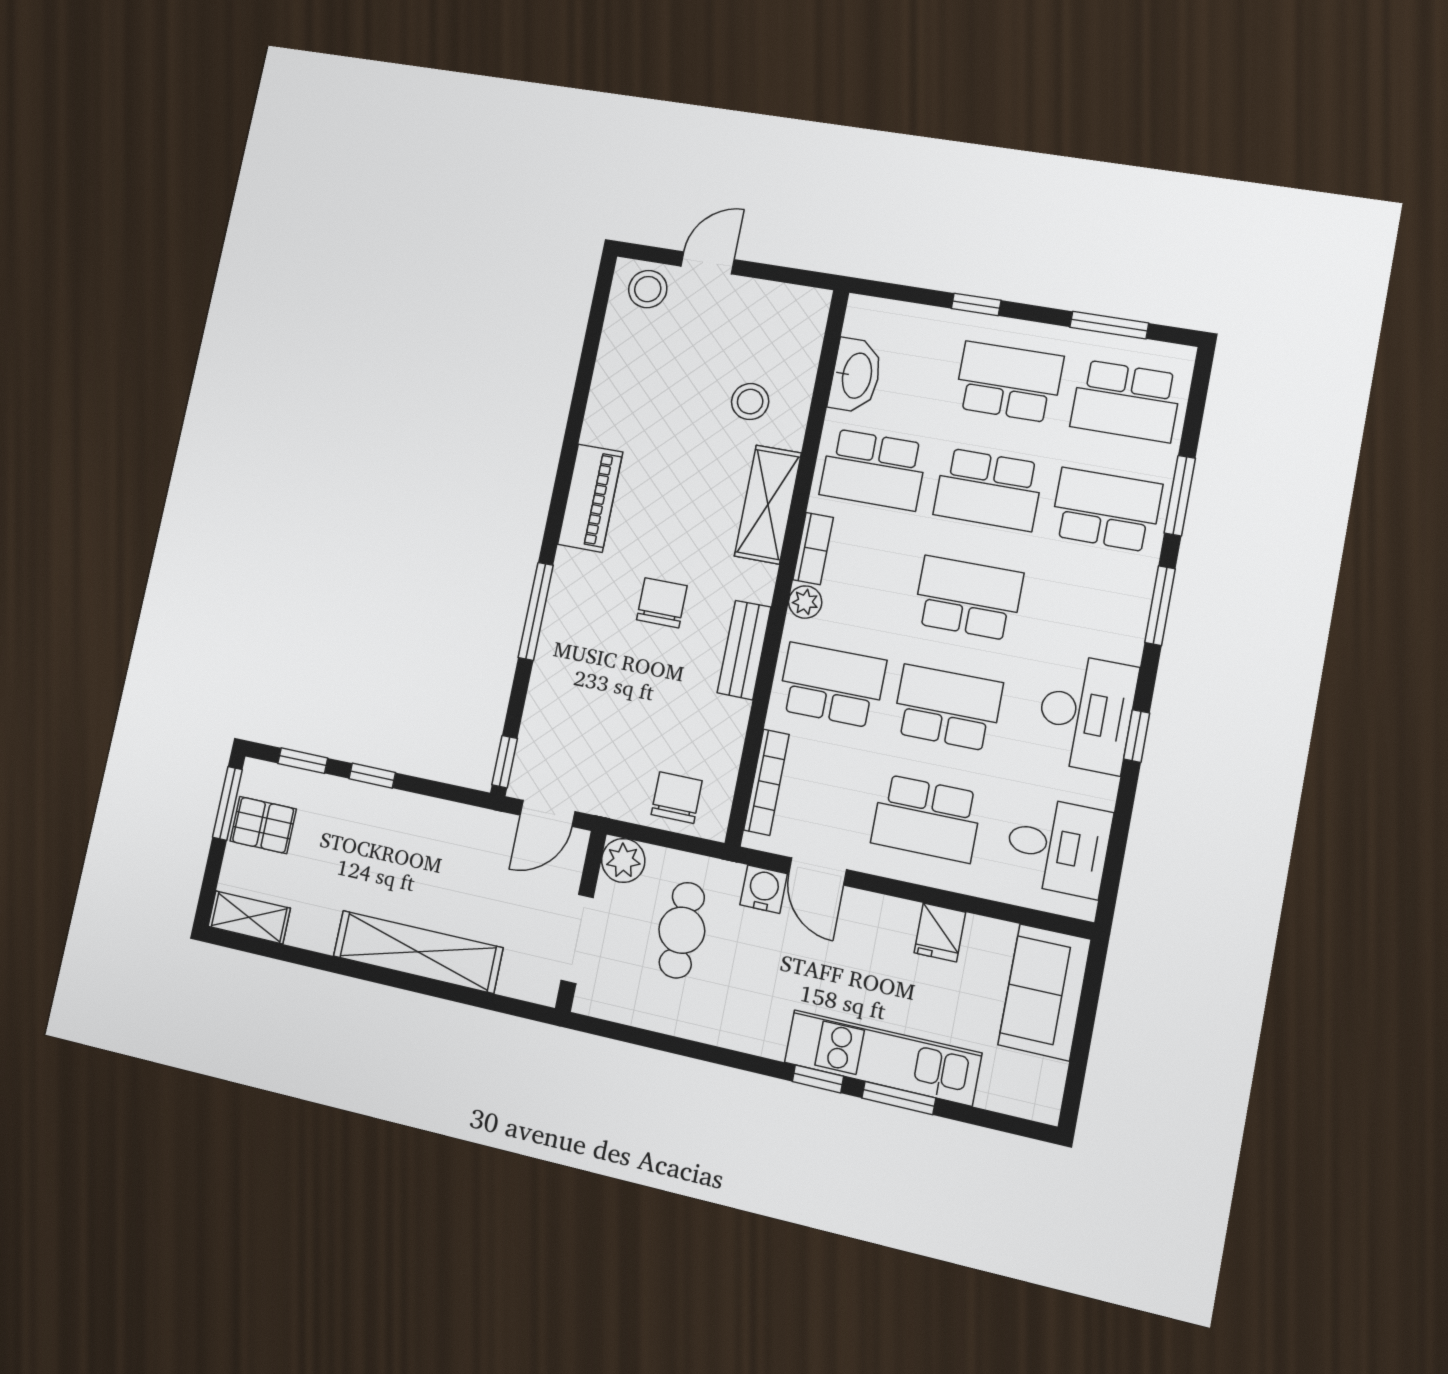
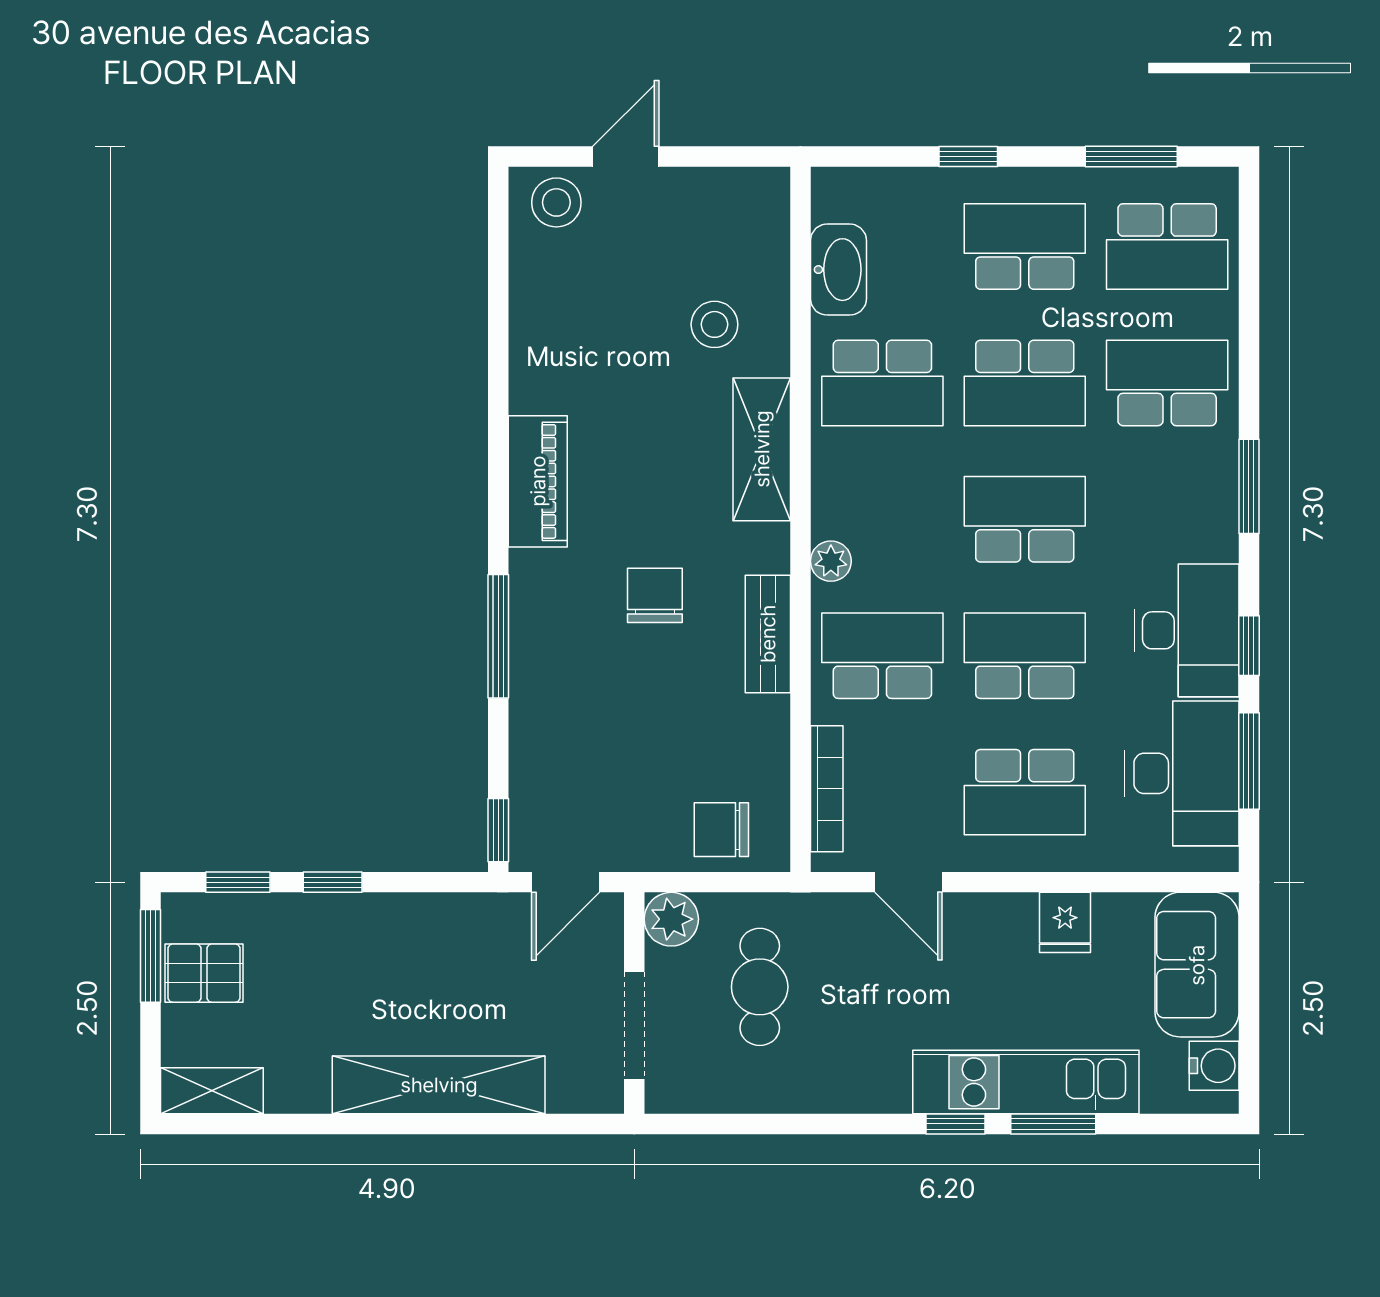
window: (1180, 496) -> (1249, 761), moved
bookcase: (813, 549) -> (828, 494), removed
chair: (677, 798) -> (721, 830), turned -90
desk: (1058, 846) -> (1182, 773), width x1.37
water cooler: (764, 889) -> (1214, 1066), moved, turned 90

